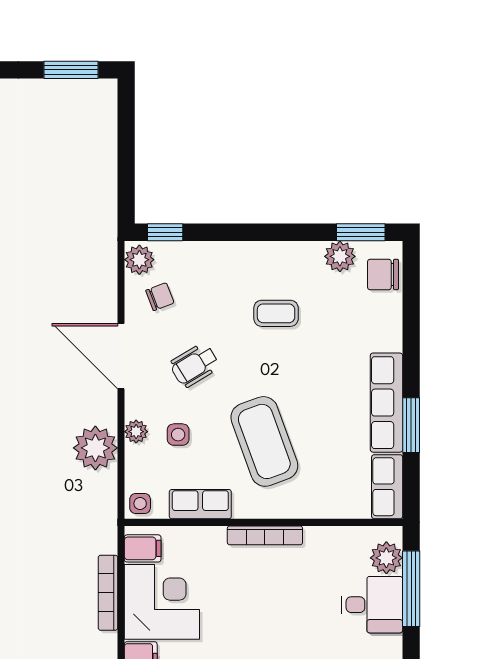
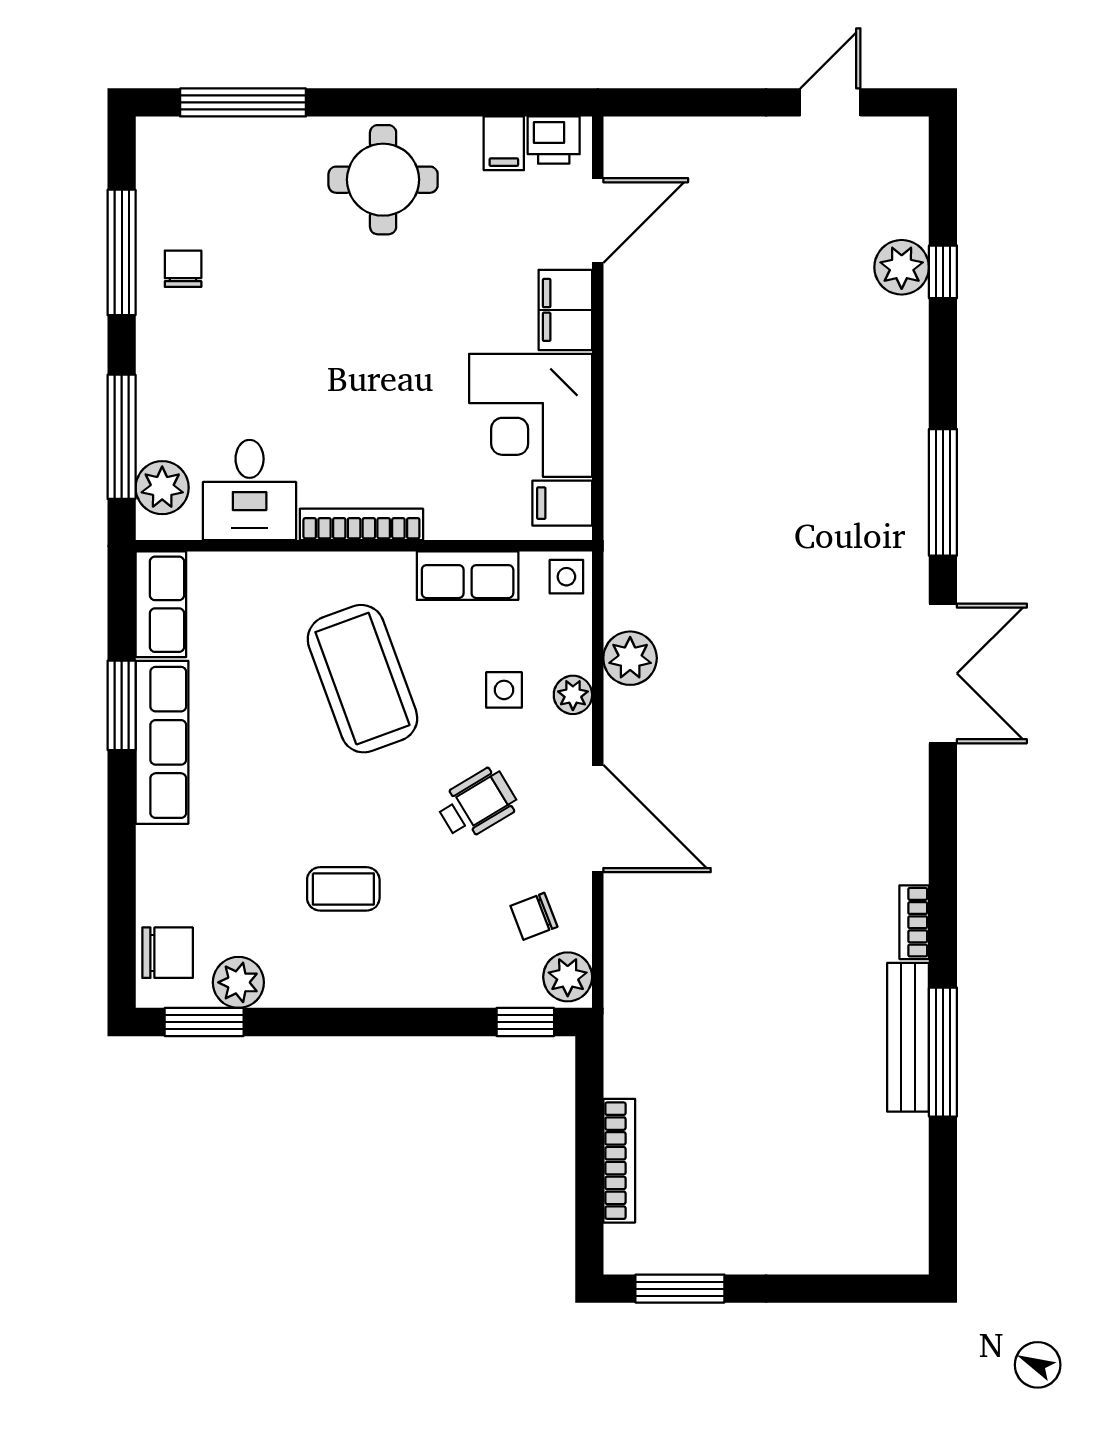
plant: (95, 448) -> (630, 658), width x0.73, depth x0.73
bookcase: (108, 593) -> (619, 1161), moved
desk: (372, 605) -> (250, 490), moved, turned -90

